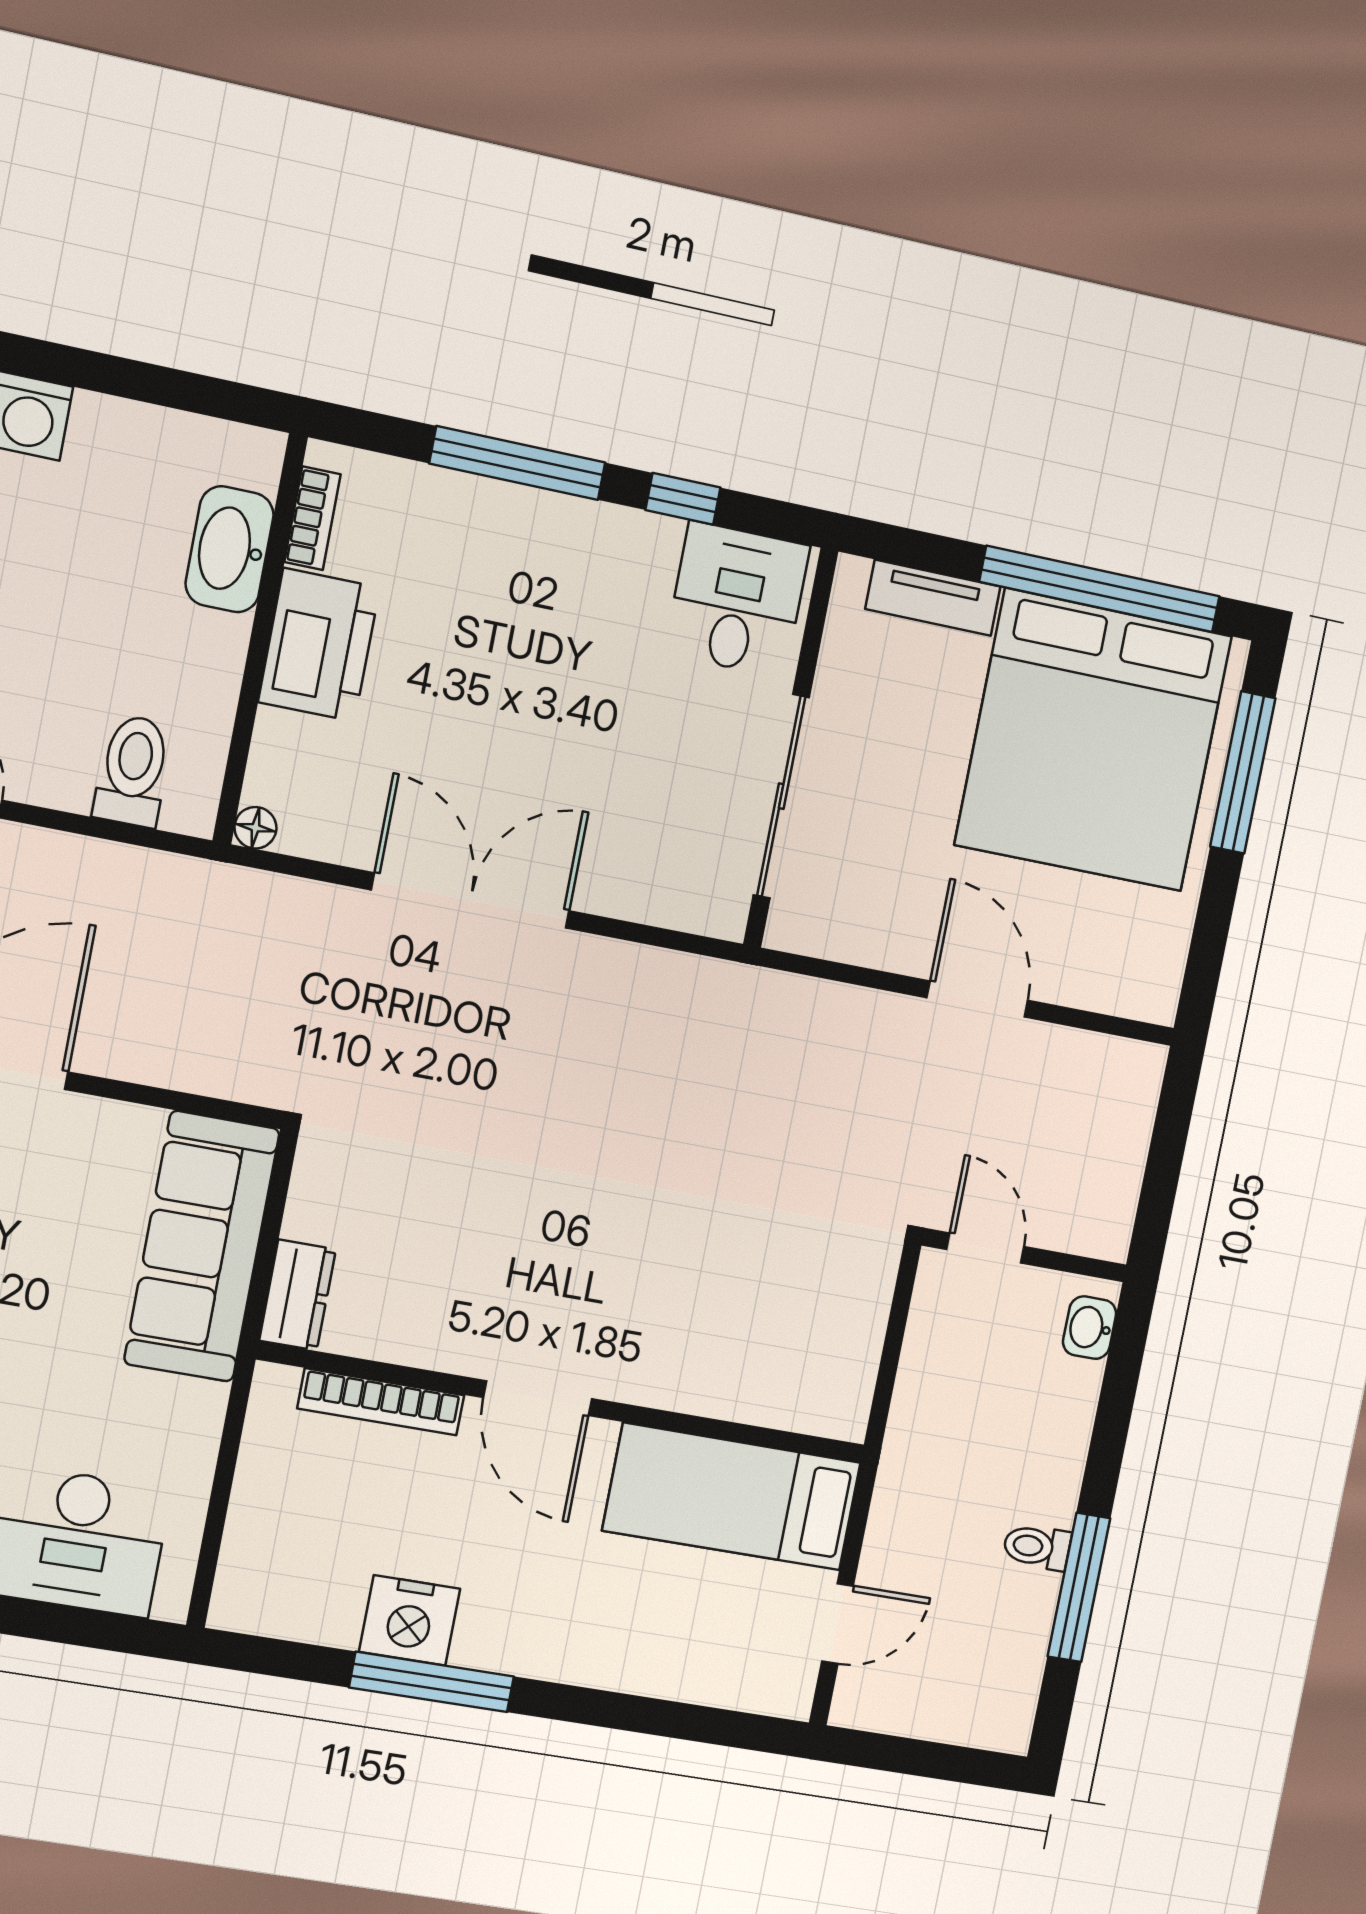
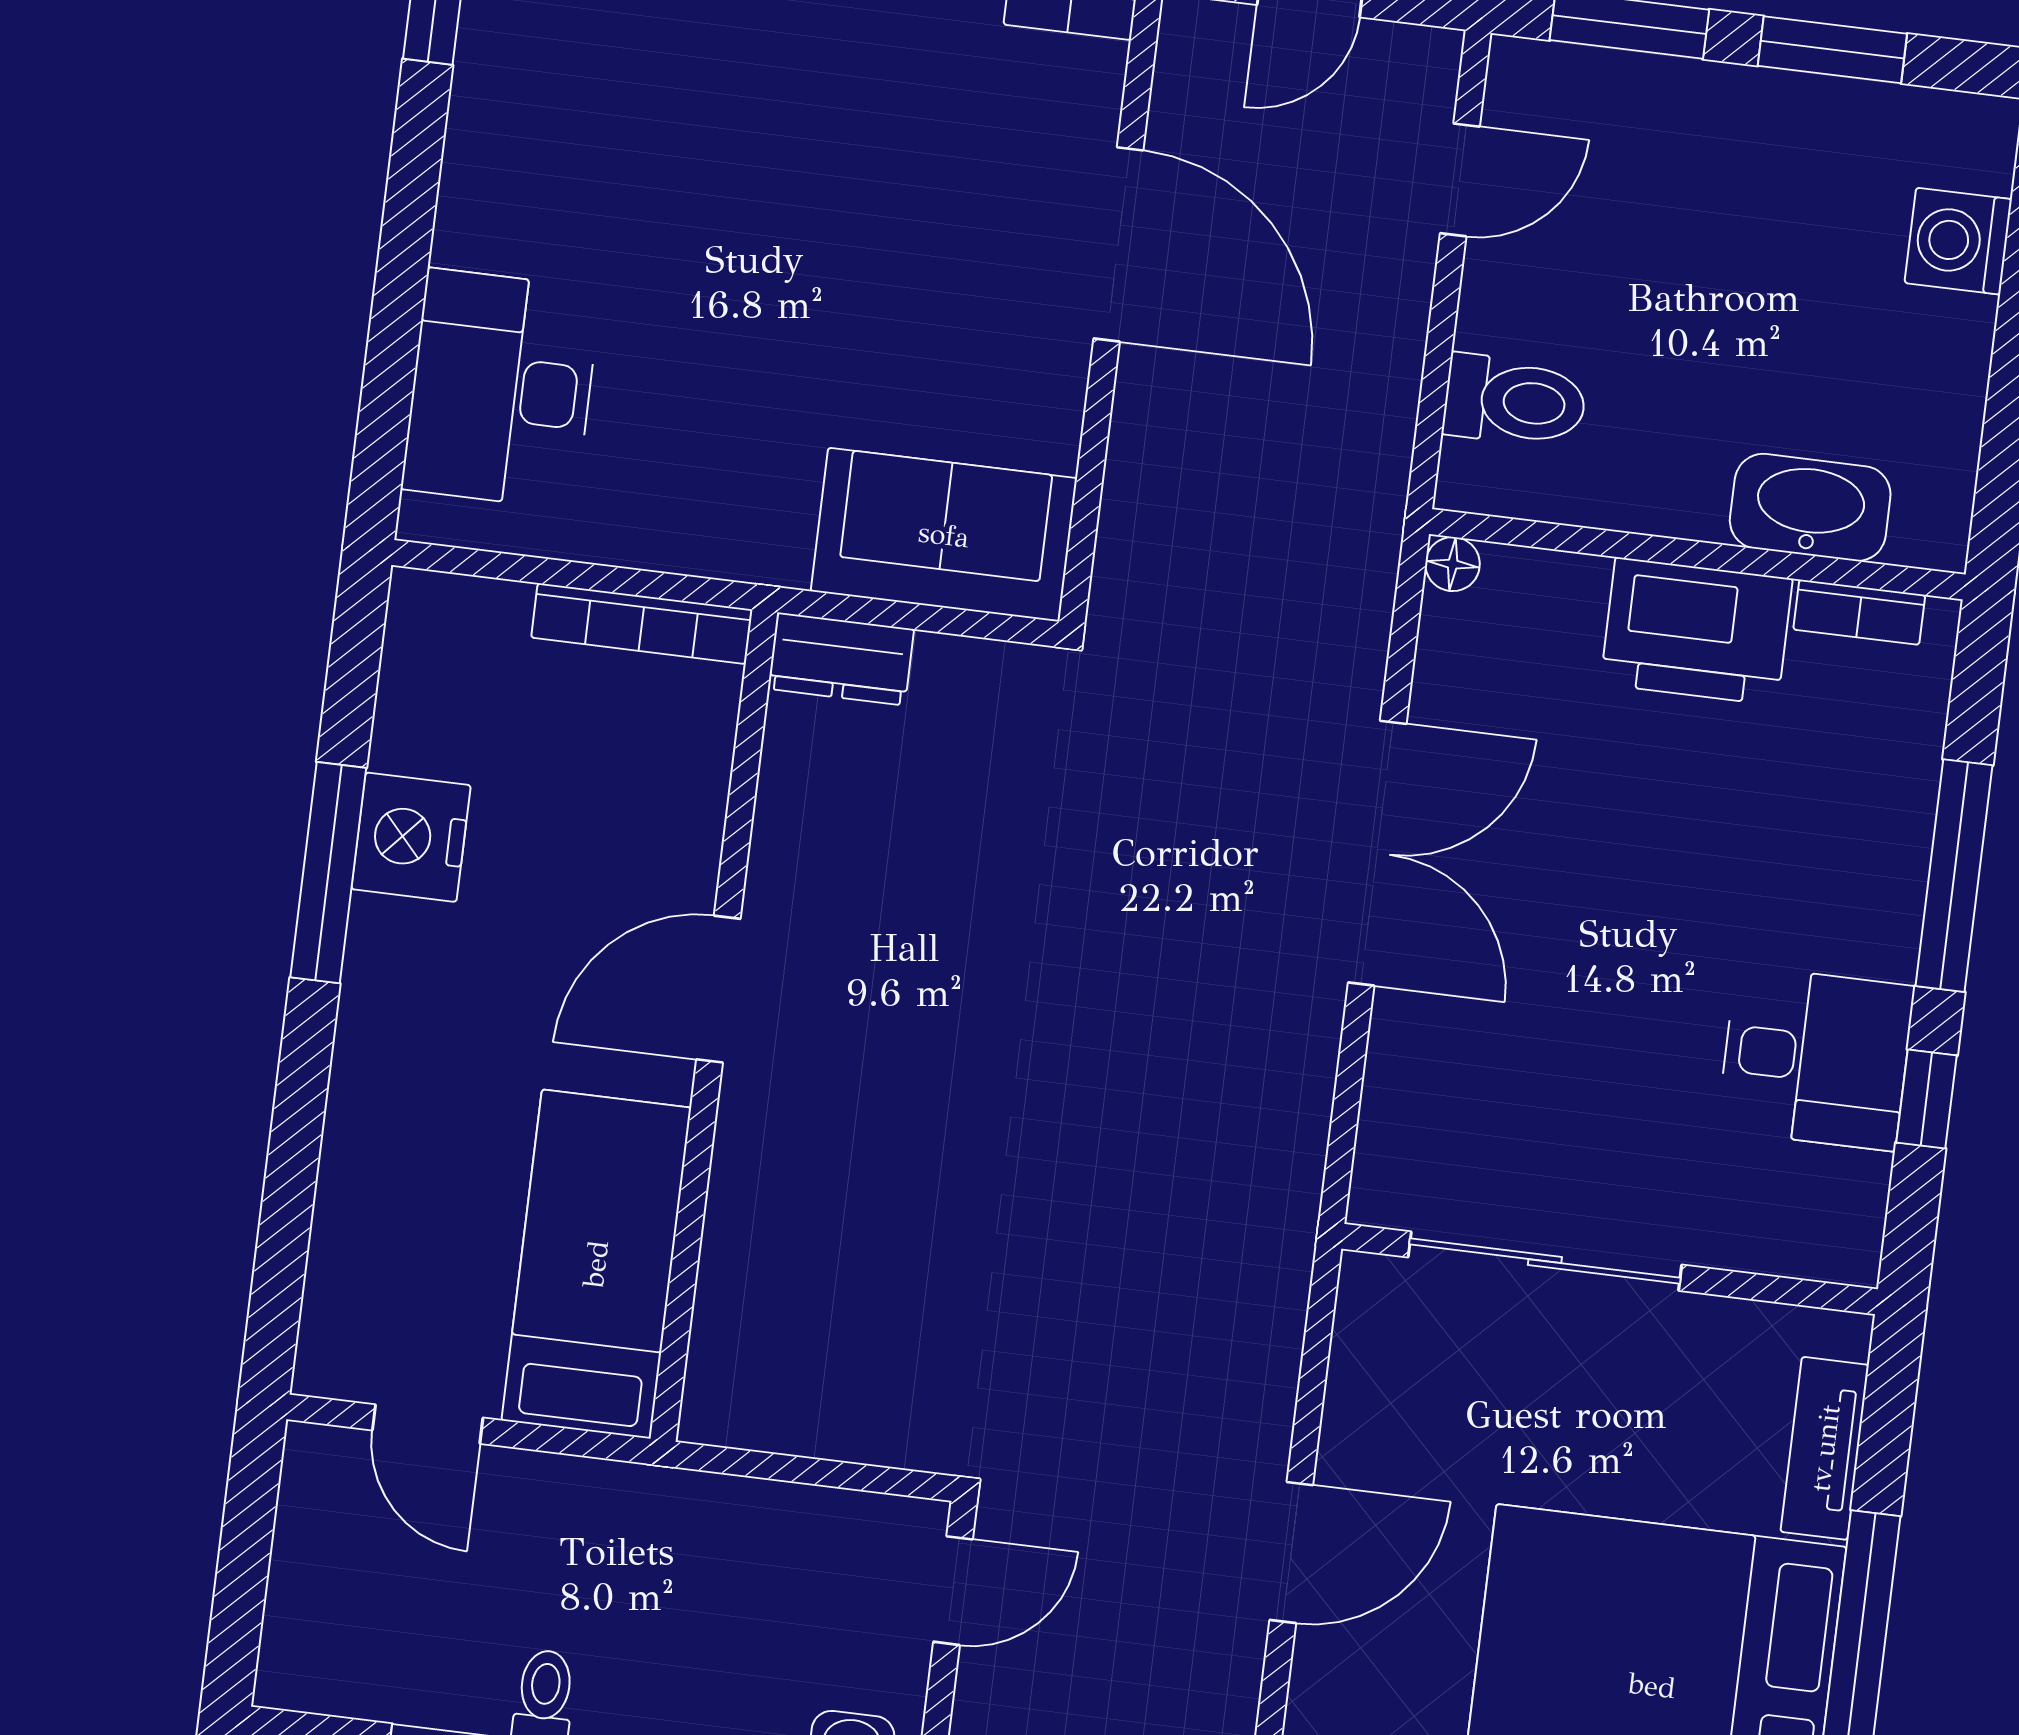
desk: (737, 600) -> (1816, 1058), moved
sofa: (202, 1246) -> (944, 535), width x0.73
bookcase: (381, 1402) -> (642, 624), moved, turned -90

